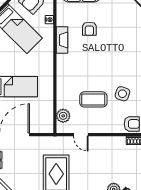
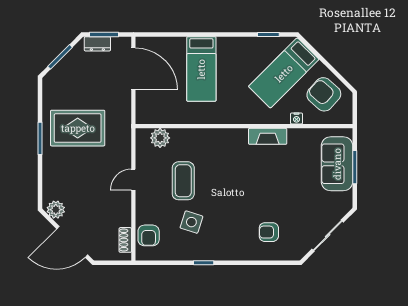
armchair: (89, 29) -> (269, 232), moved
door: (81, 135) -> (133, 180), moved

